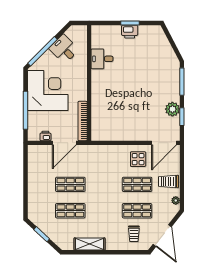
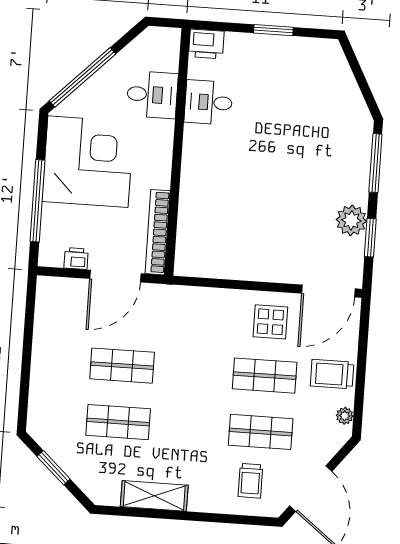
printer: (130, 32) -> (206, 44), moved
desk: (64, 49) -> (152, 95), moved, turned 135

